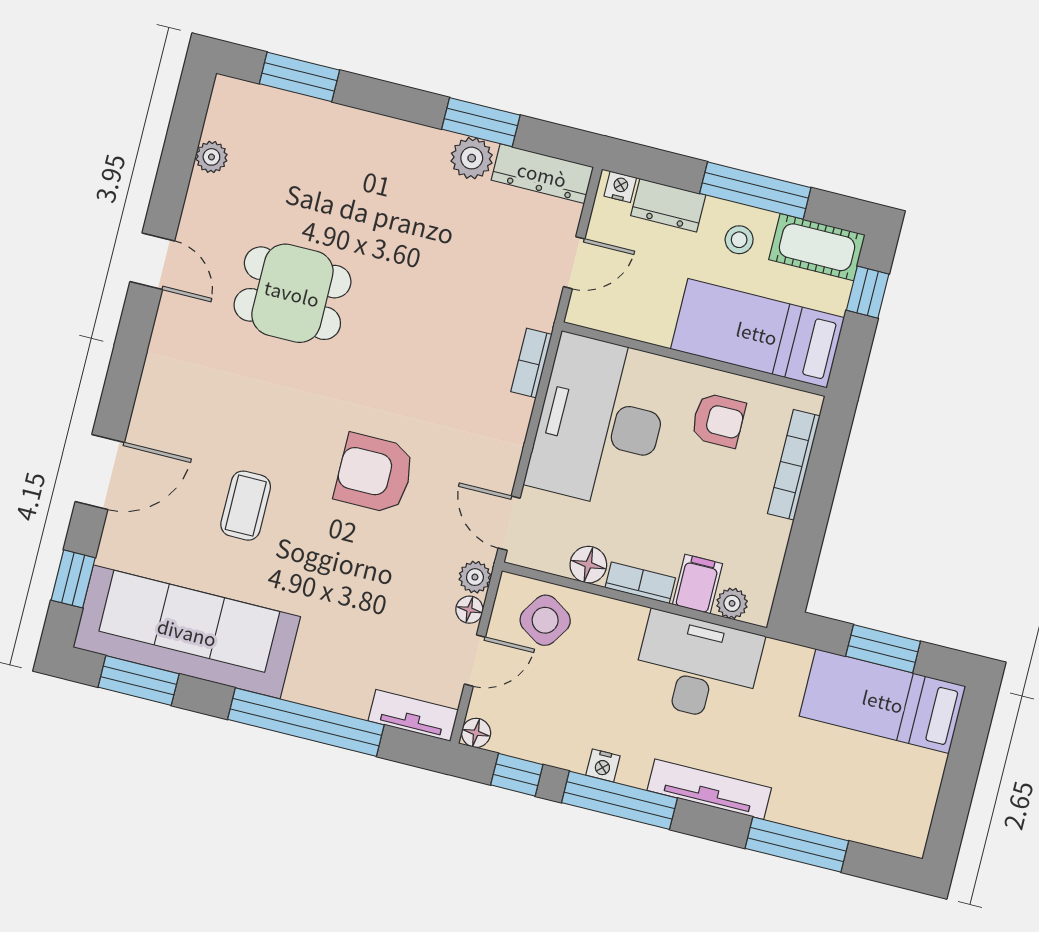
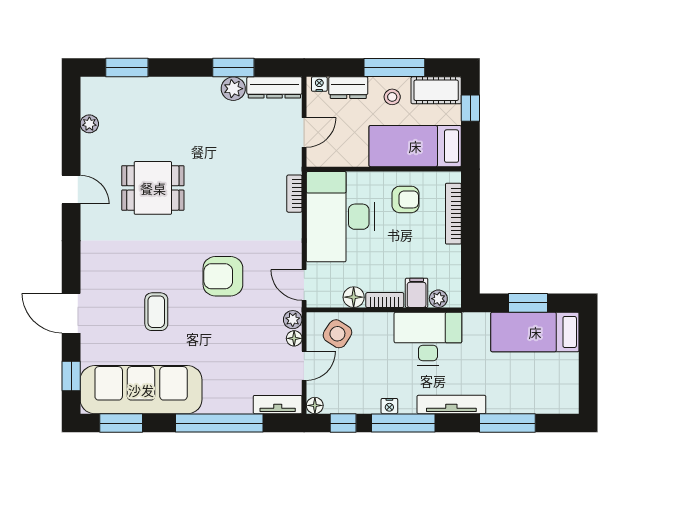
door: (100, 472) -> (71, 313), swing flipped

